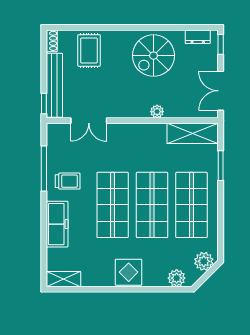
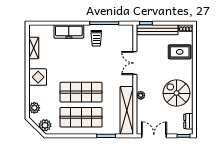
double door: (89, 121) -> (135, 63), moved
shelving: (193, 133) -> (127, 110), width x1.47
shop shelf: (113, 205) -> (81, 67), removed
shelving: (63, 279) -> (34, 48), moved

